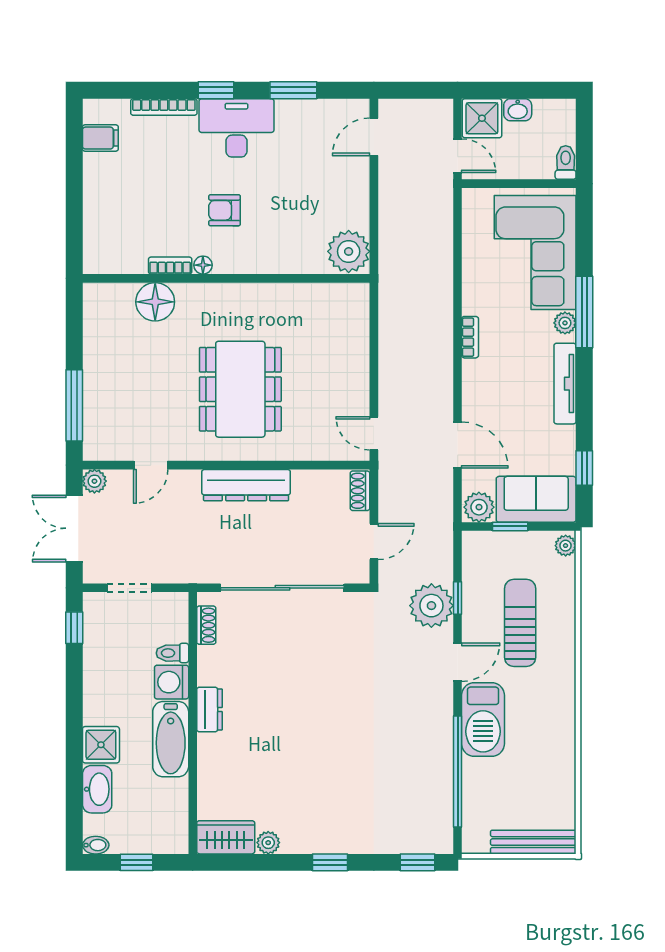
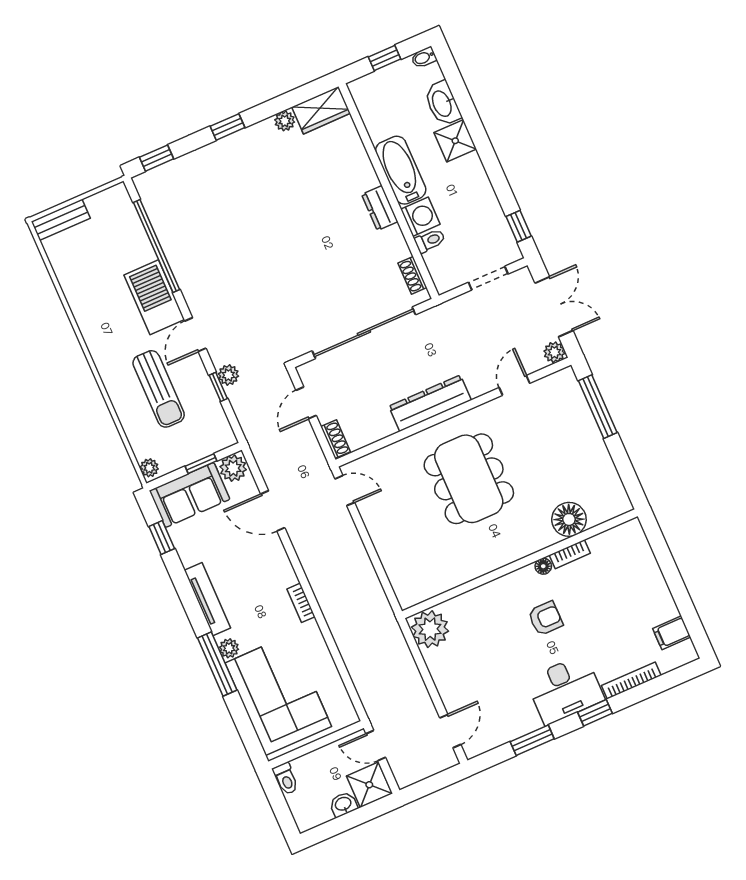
plant: (431, 606) -> (228, 375), width x0.53, depth x0.53
bench: (533, 842) -> (61, 220), width x0.73

